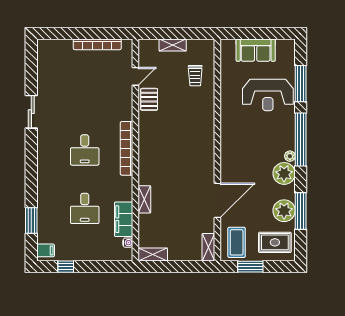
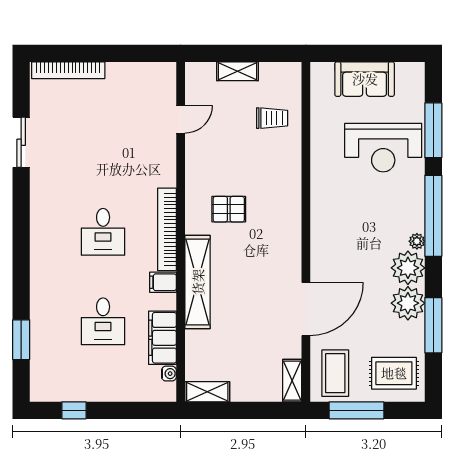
bookcase: (97, 44) -> (68, 70), moved
trolley: (195, 76) -> (272, 118), turned -90
pallet: (149, 99) -> (229, 209), moved, turned 90
sliding door: (31, 112) -> (21, 142), moved
shelving: (144, 199) -> (198, 282), width x2.20, depth x1.33
plant: (284, 211) -> (408, 303), moved
filing cabinet: (46, 250) -> (163, 282), moved, turned 180
window: (250, 267) -> (356, 410), width x1.44

